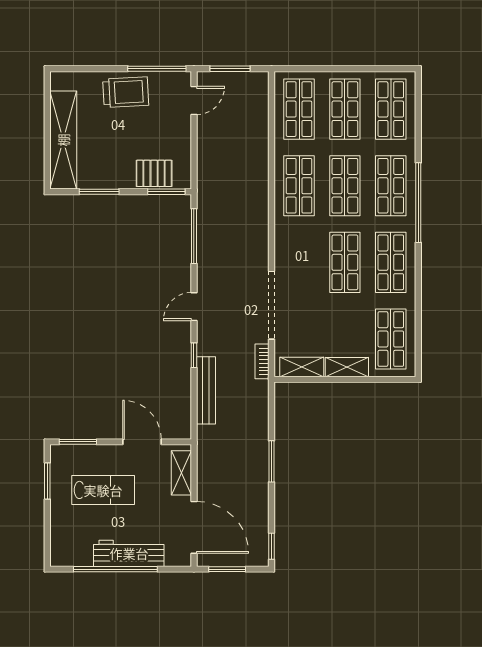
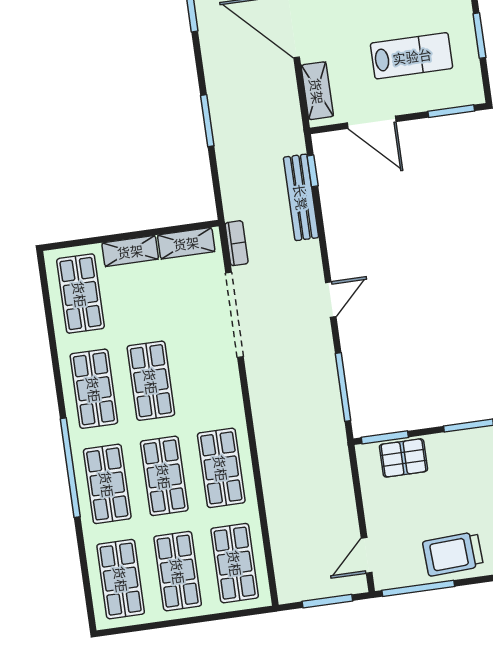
window: (194, 355) -> (313, 171), moved
window: (47, 481) -> (479, 36), moved
lab bench: (103, 490) -> (412, 56), turned 180

